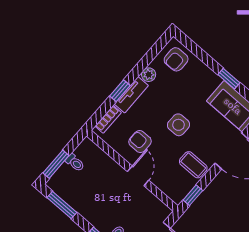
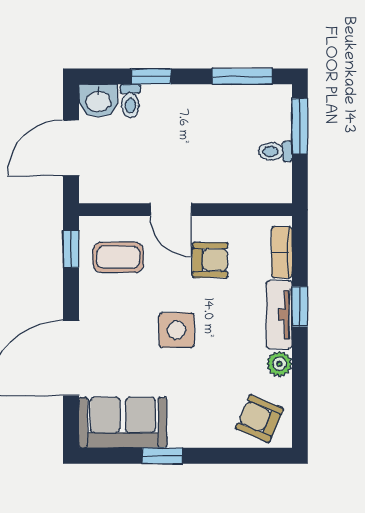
armchair: (176, 59) -> (260, 419), turned -67
coffee table: (193, 165) -> (118, 257), moved

